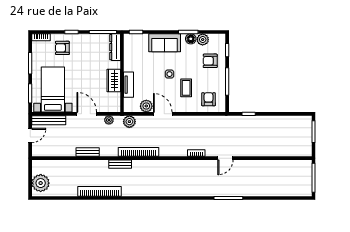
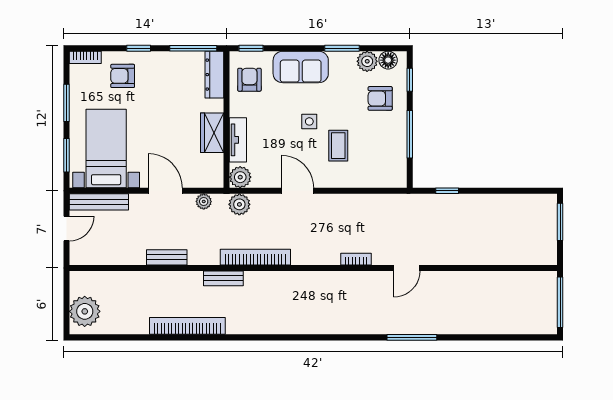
floor lamp: (191, 39) -> (388, 60), moved
armchair: (209, 99) -> (249, 80), moved
plant: (146, 106) -> (240, 177), moved

